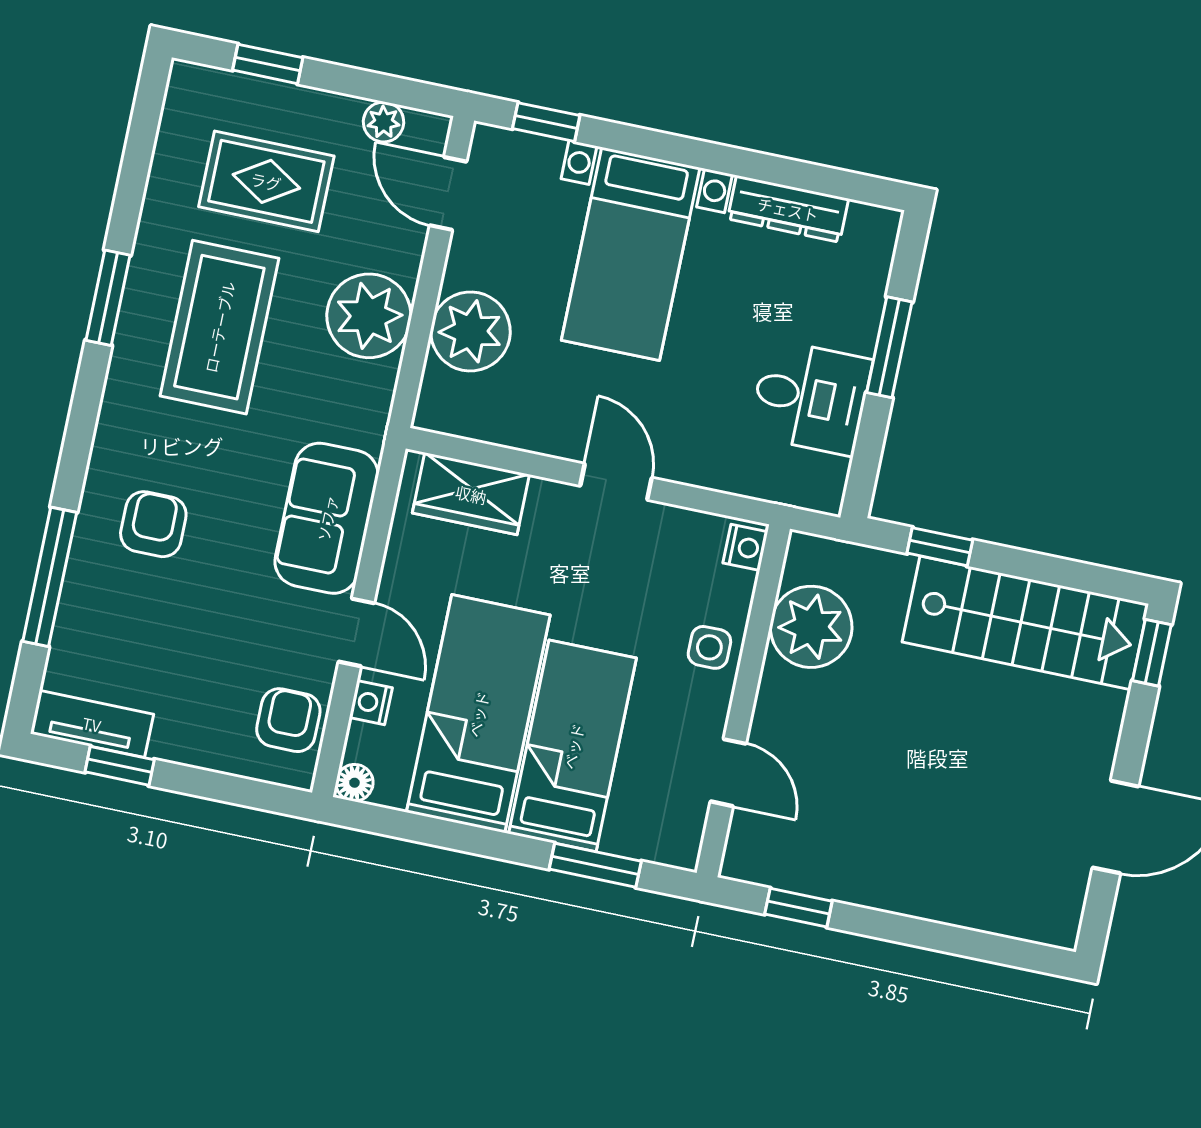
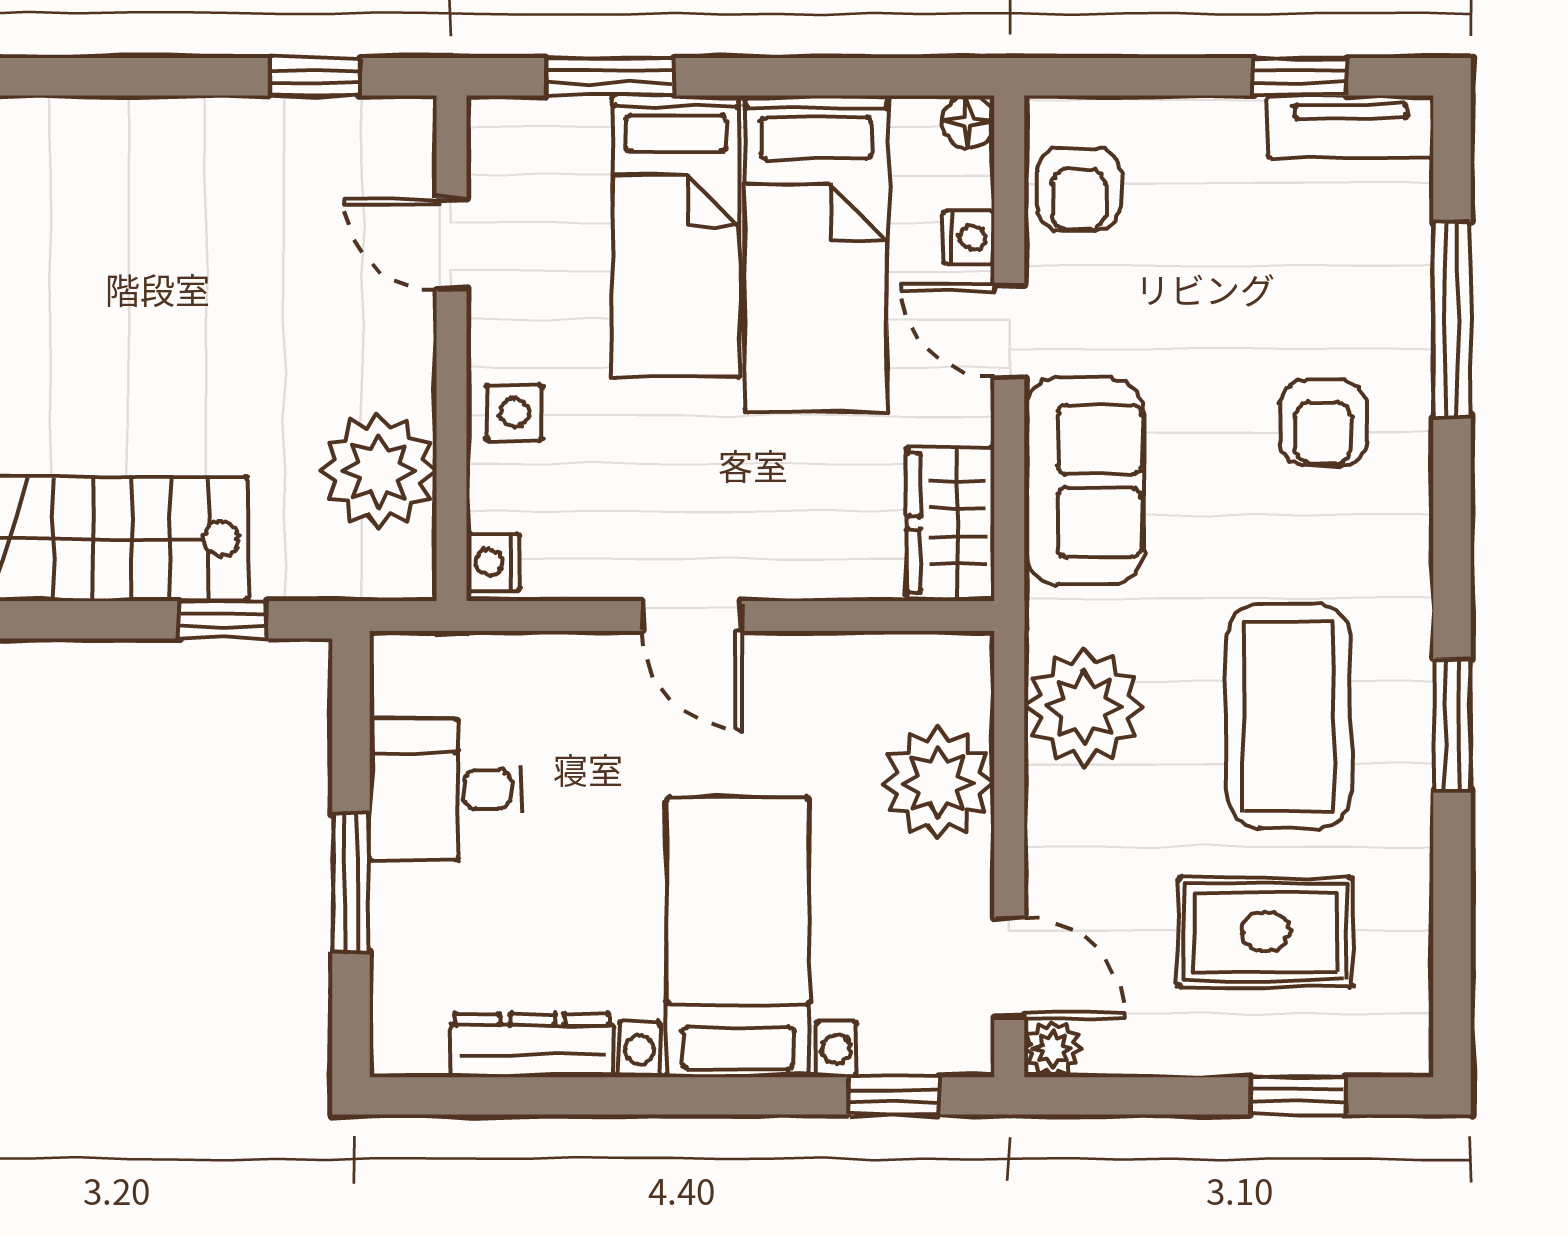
plant: (384, 122) -> (1053, 1049), moved
plant: (369, 316) -> (1084, 707), moved
wardrobe: (471, 494) -> (951, 523), moved, turned -90

